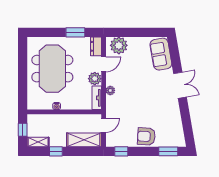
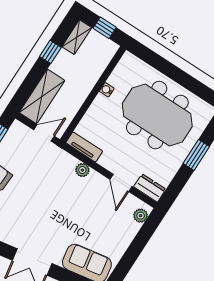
window: (75, 32) -> (196, 155), moved
plant: (119, 45) -> (141, 216), width x0.53, depth x0.53
plant: (95, 79) -> (110, 160), removed
door: (104, 125) -> (44, 133), swing flipped

